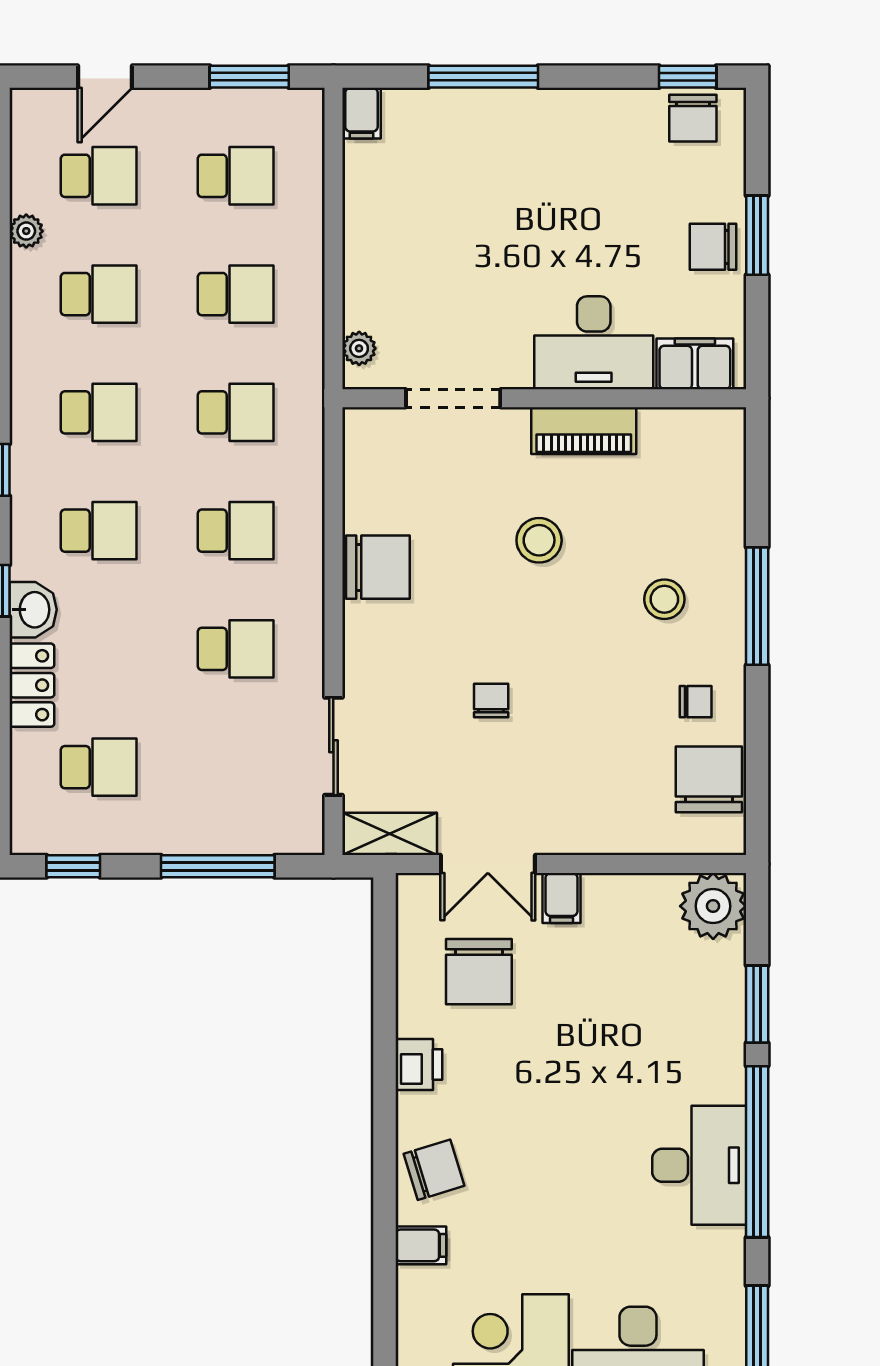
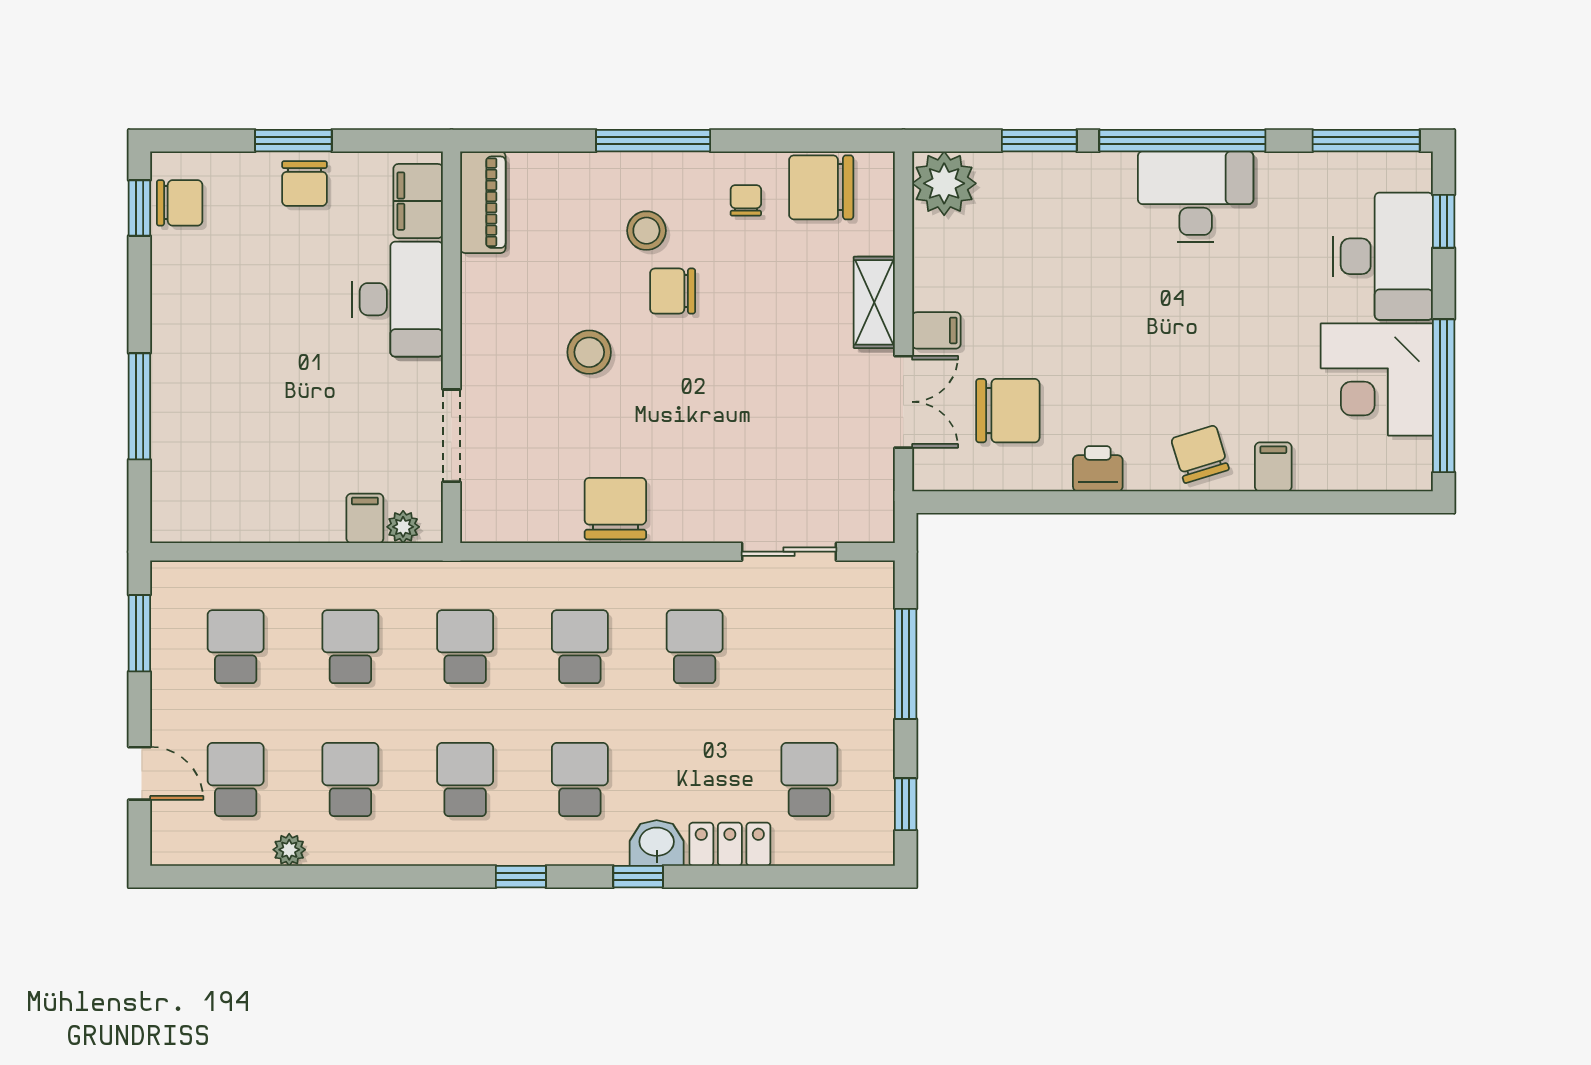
filing cabinet: (361, 113) -> (365, 518), moved, turned -90
piano: (584, 431) -> (483, 202), moved
chair: (491, 701) -> (673, 291), moved, width x1.37, depth x1.37
shelving: (390, 834) -> (874, 302), moved

